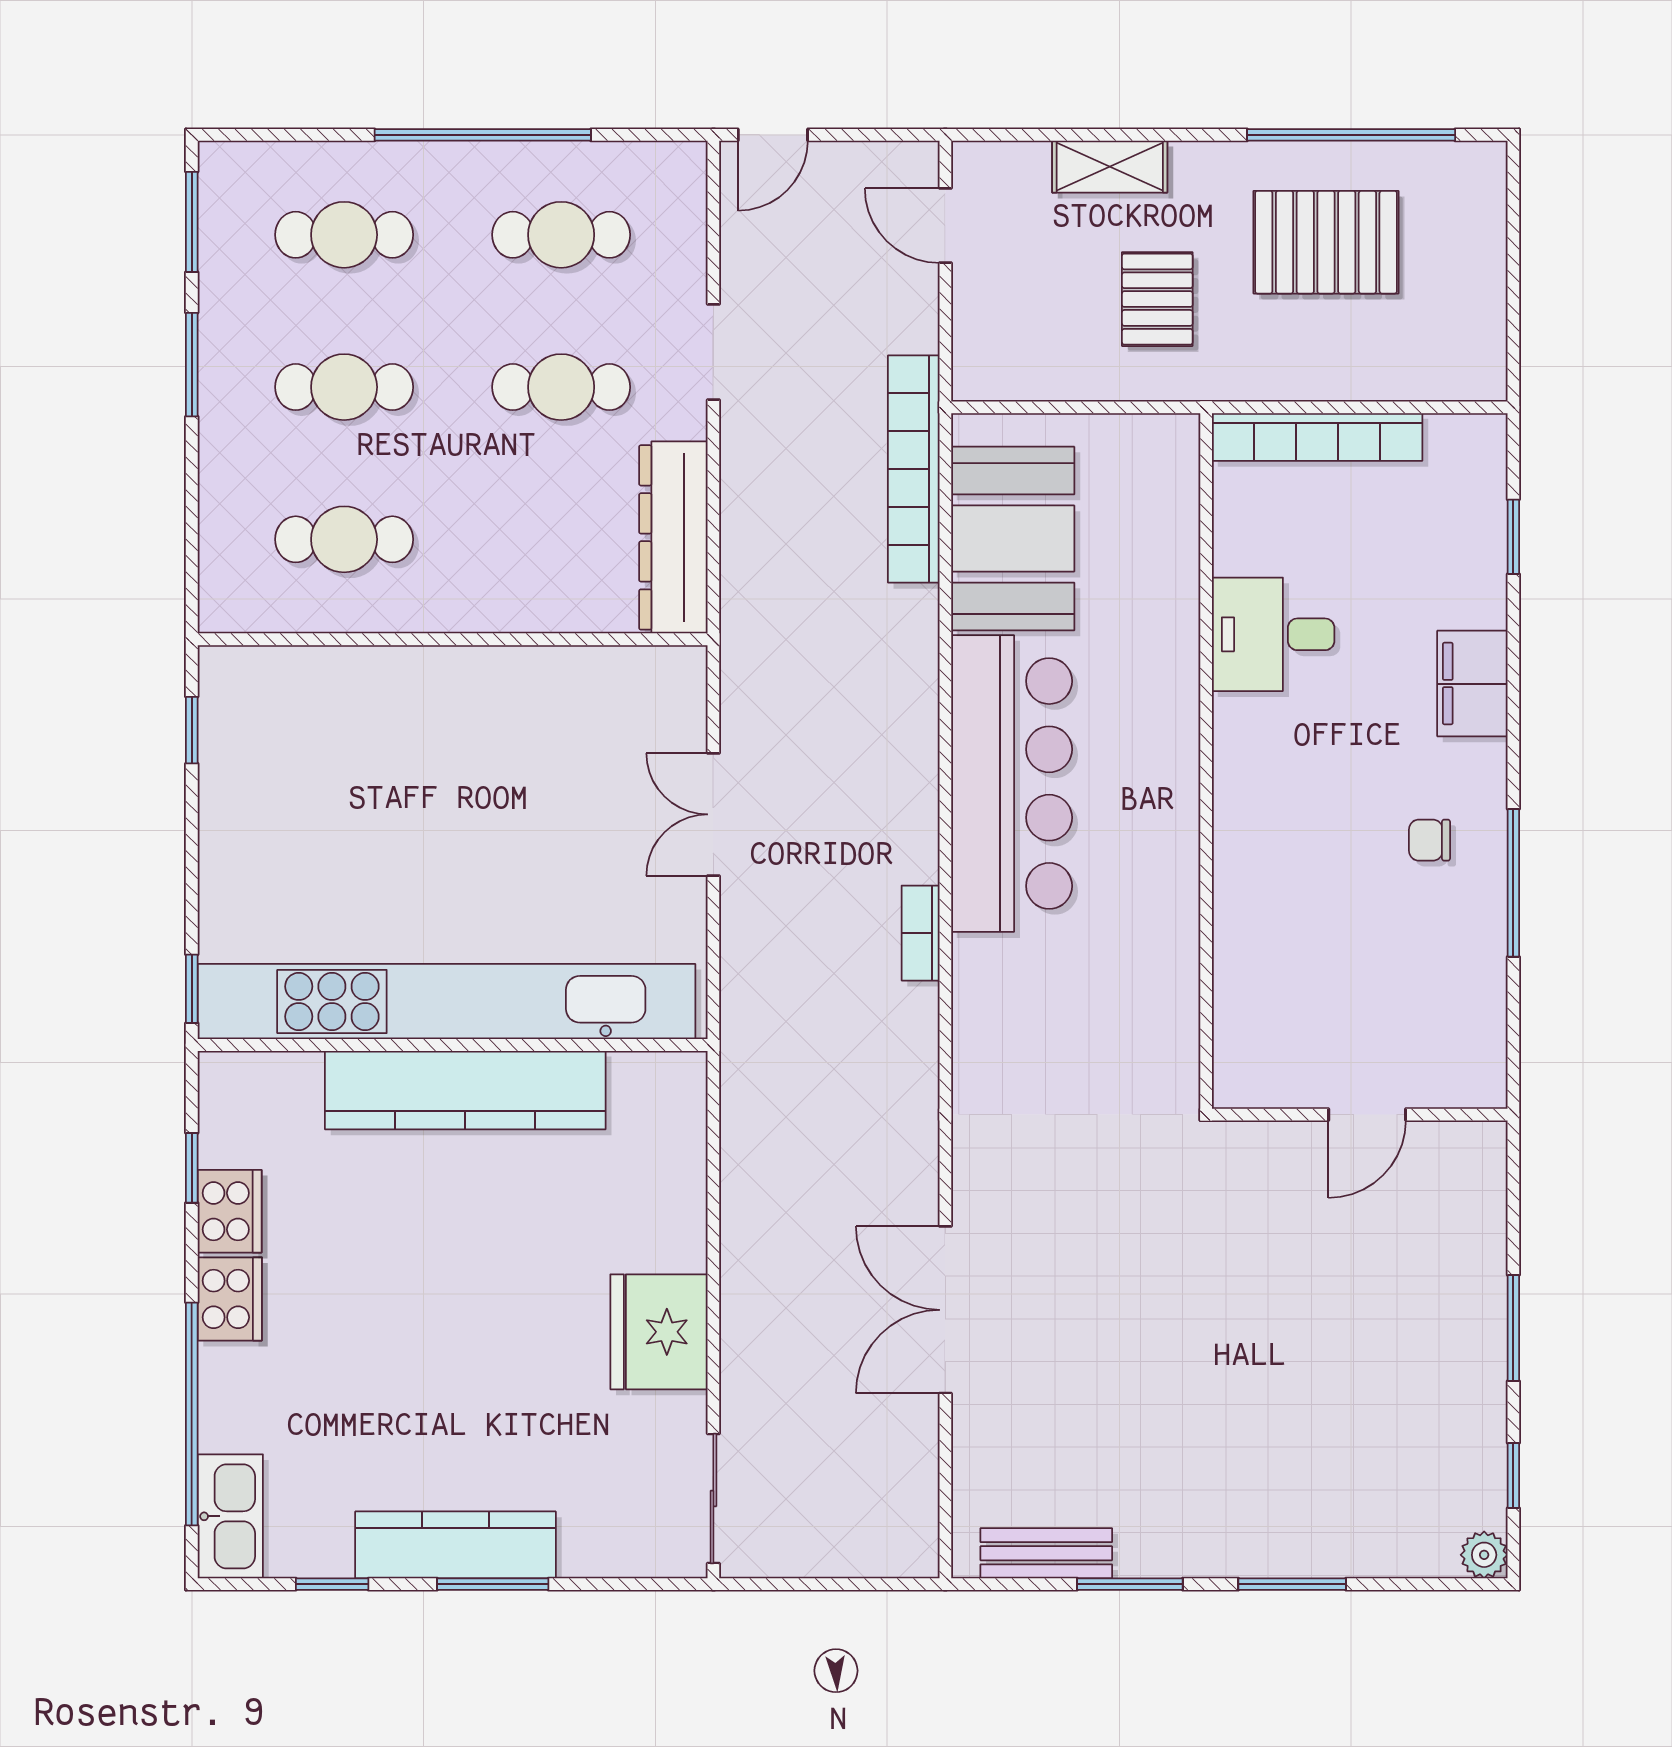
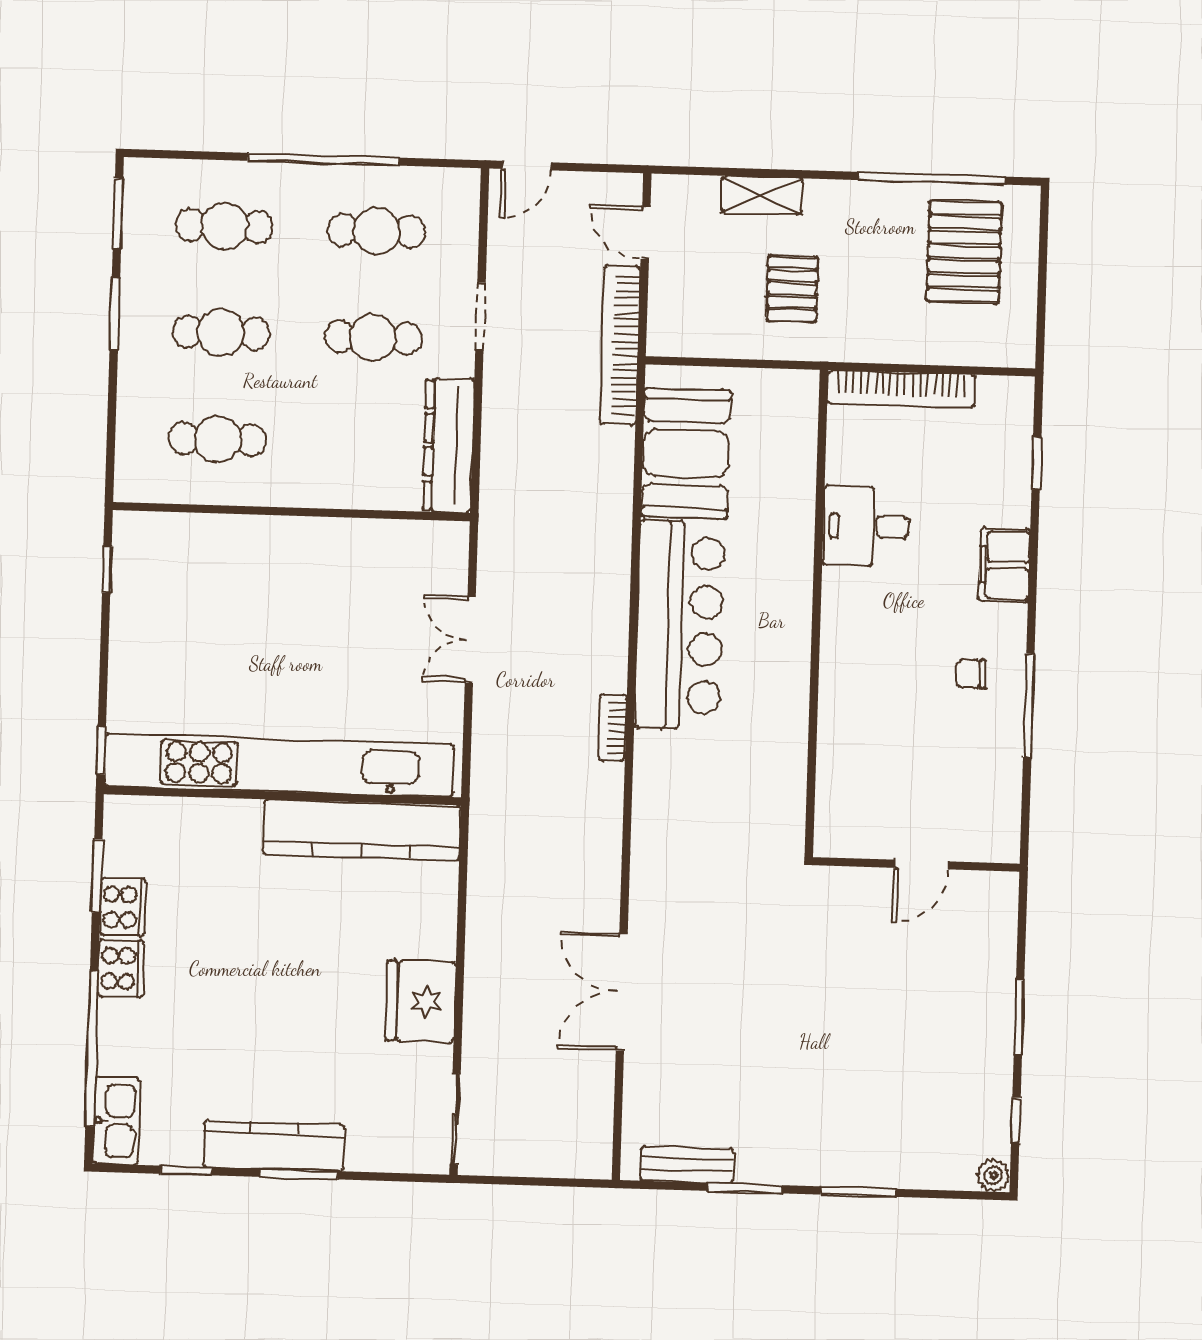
pallet: (1326, 242) -> (964, 252), moved, turned 90
bookcase: (914, 469) -> (620, 345), moved
kitchen counter: (465, 1090) -> (362, 830), moved
window: (192, 1168) -> (97, 876), width x1.50

